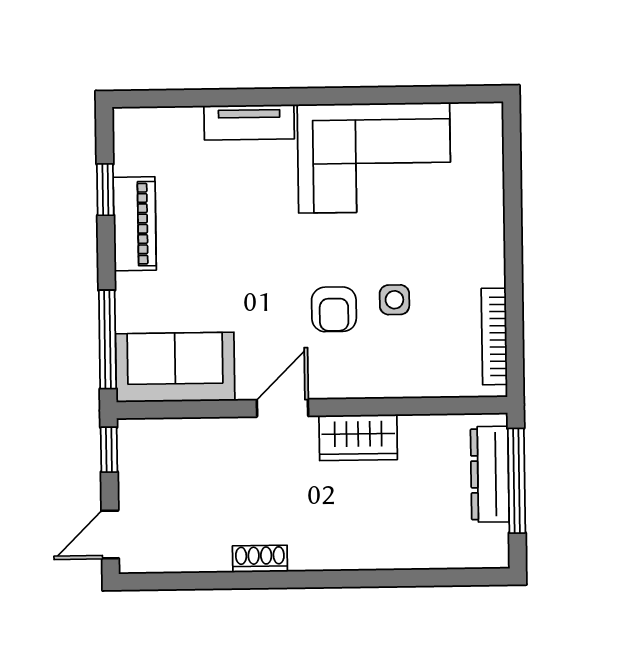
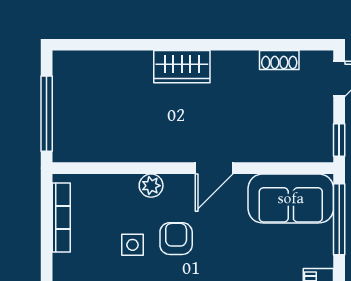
plant: (370, 383) -> (151, 186), added
wardrobe: (358, 438) -> (182, 67), moved, turned 180
dresser: (490, 474) -> (66, 118), removed
shoe rack: (260, 559) -> (279, 60), moved

